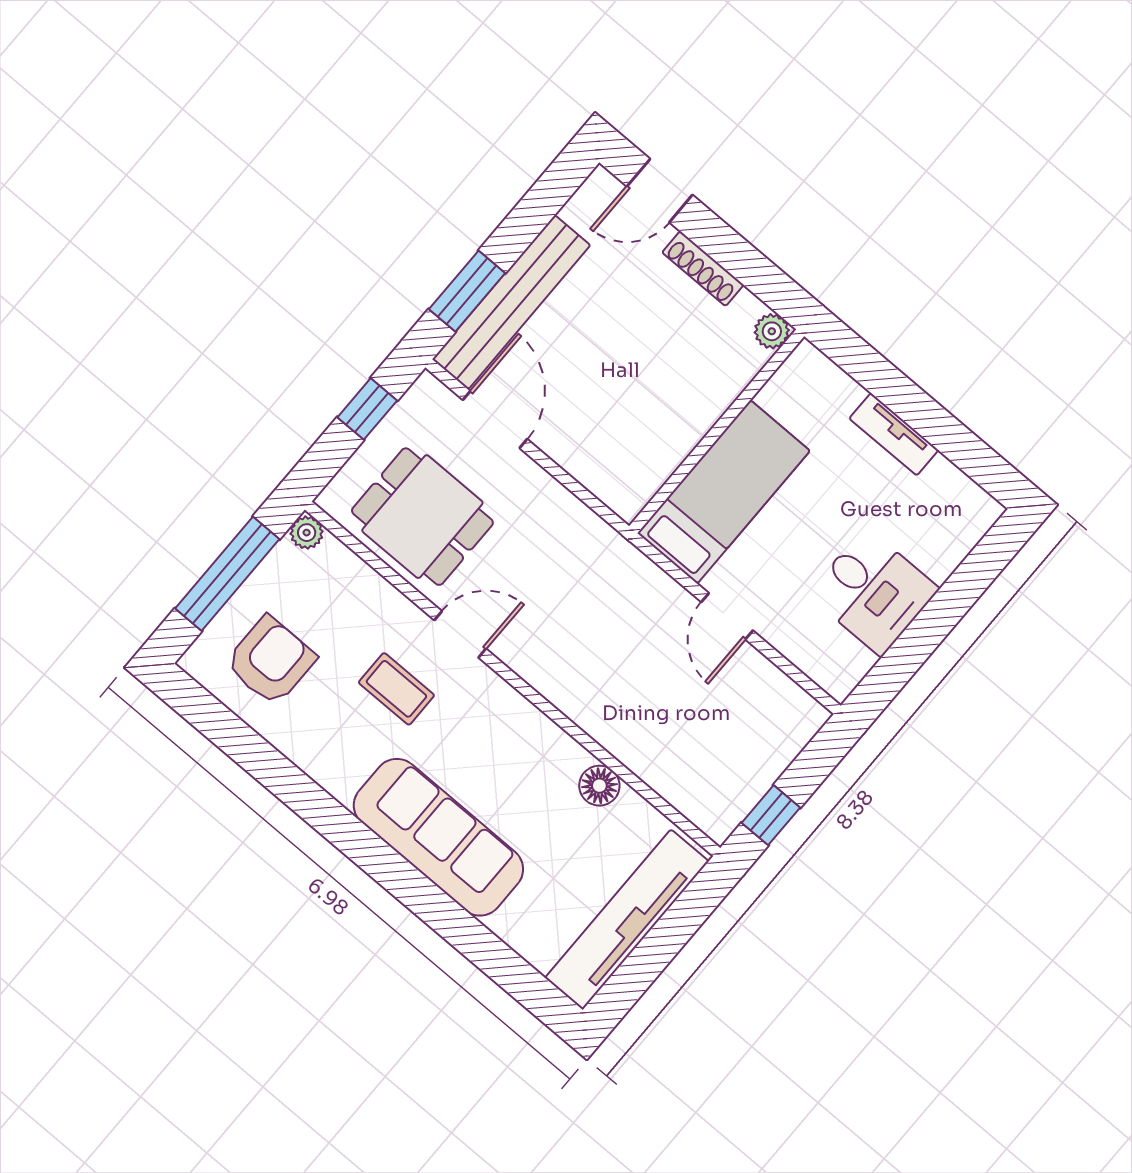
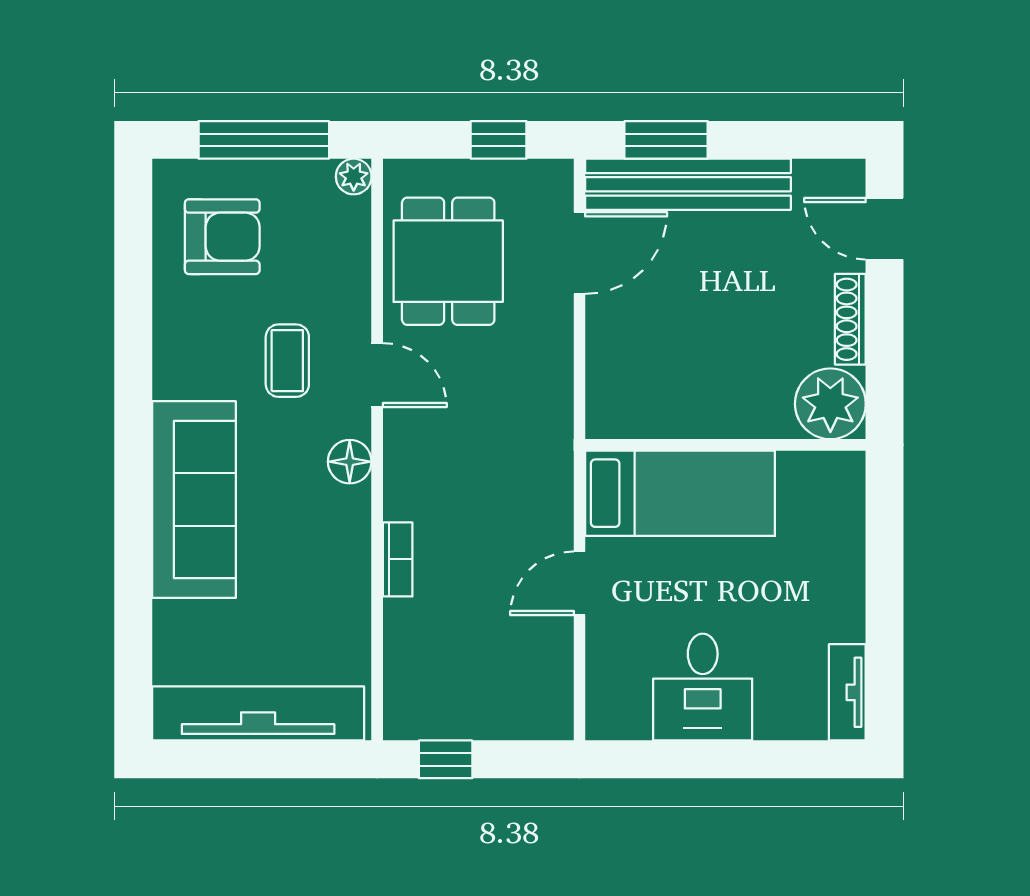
plant: (772, 331) -> (830, 404), width x1.88, depth x1.88
tv unit: (894, 434) -> (847, 692), moved
bookcase: (602, 730) -> (398, 559), added
floor lamp: (599, 786) -> (350, 462), moved

